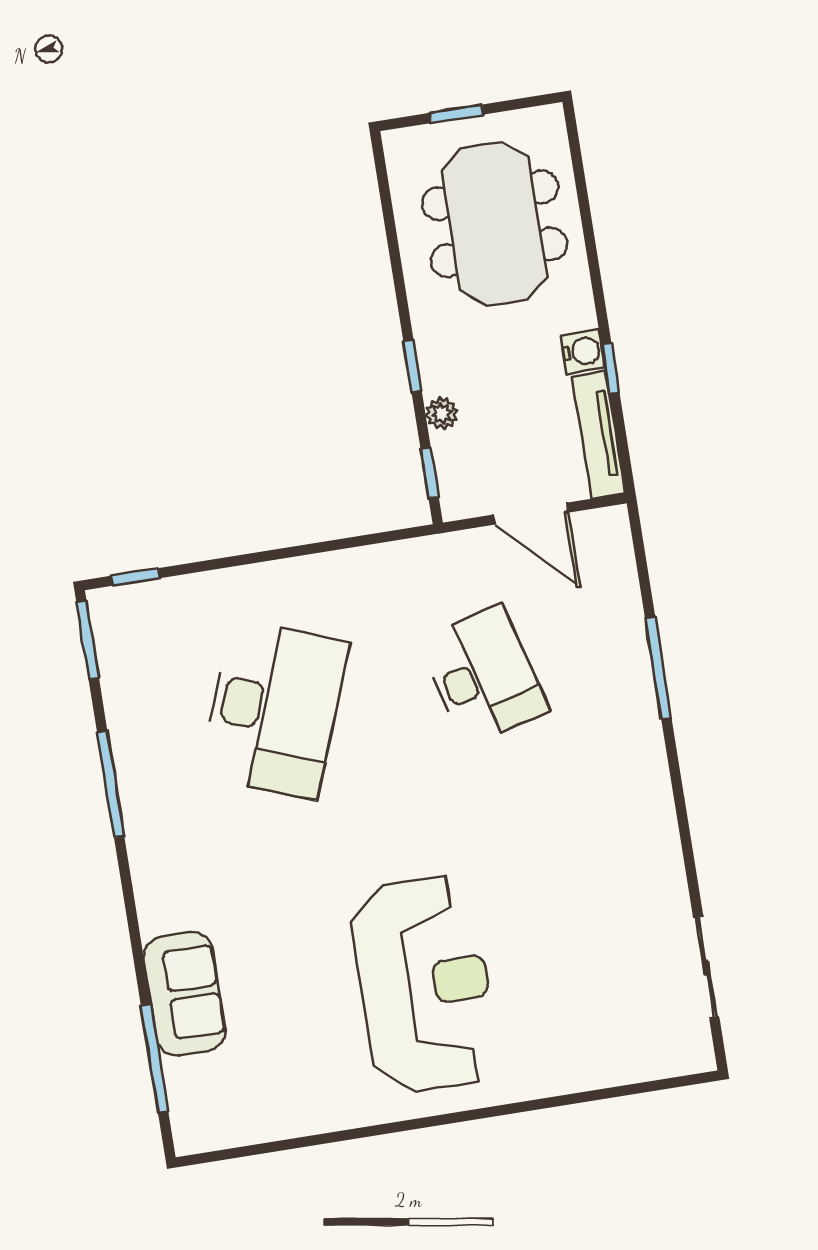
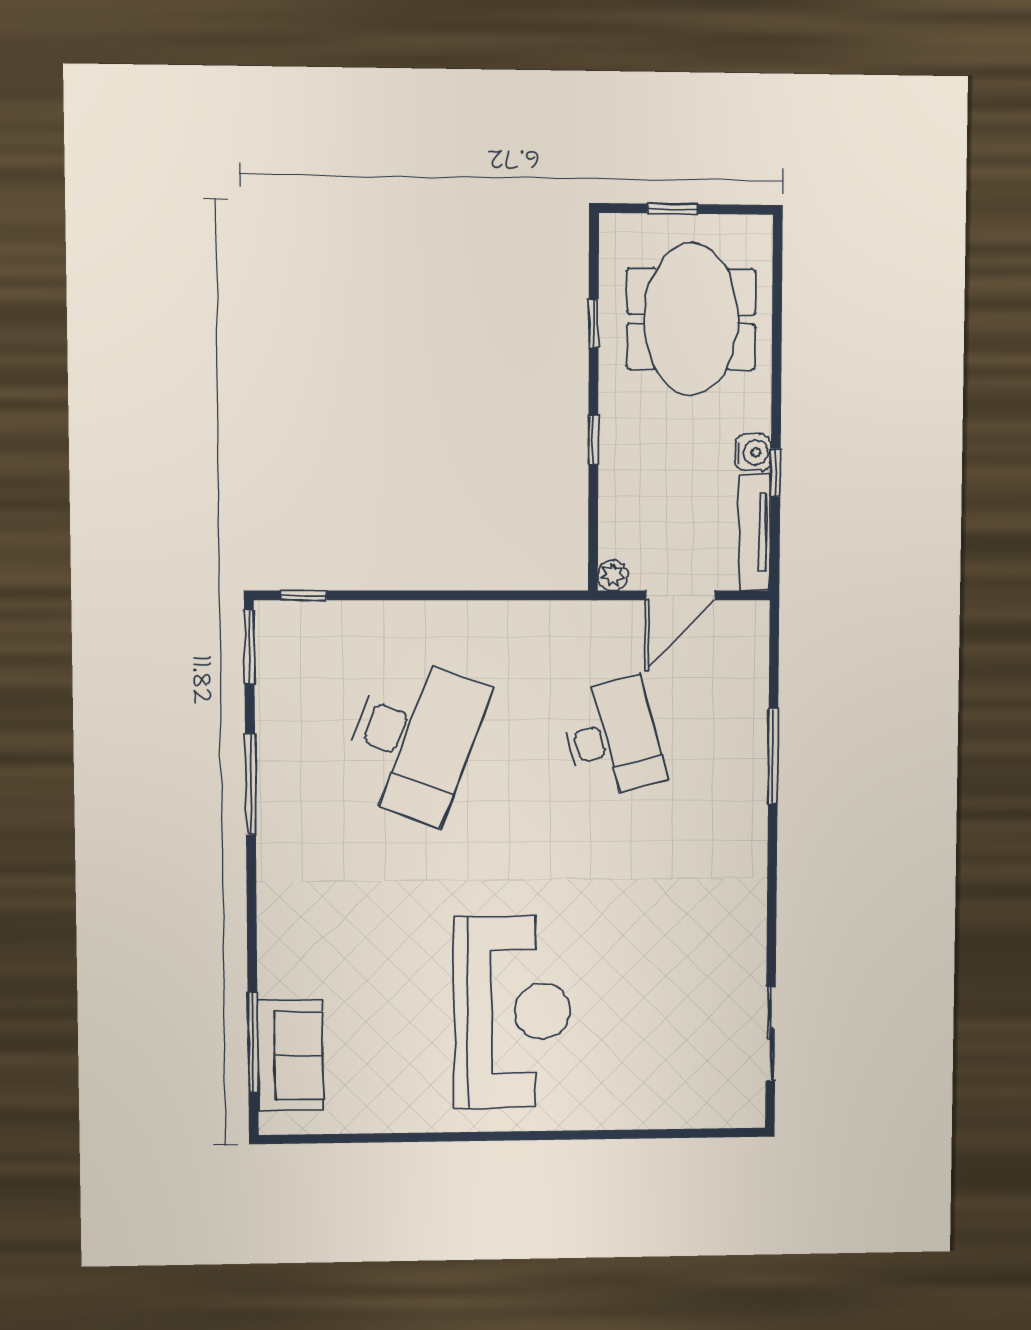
plant: (442, 413) -> (613, 575), moved
window: (430, 473) -> (594, 324), moved
door: (531, 514) -> (680, 595), hinge flipped
sofa: (185, 994) -> (290, 1056), moved

